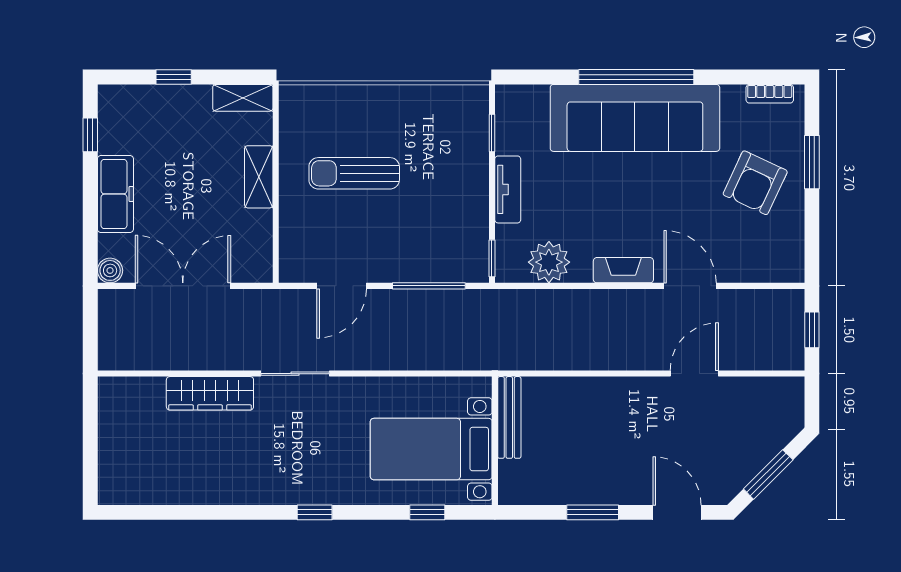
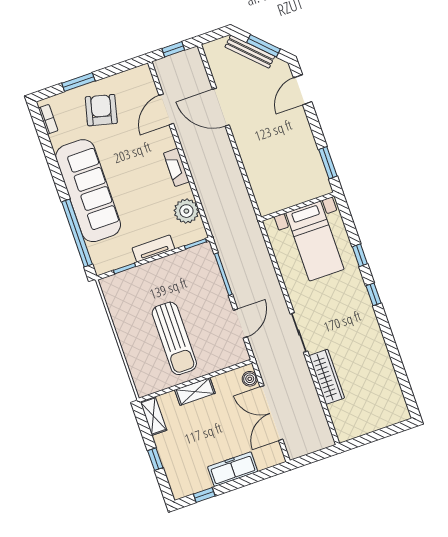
window: (636, 77) -> (77, 233), moved
sun lounger: (354, 173) -> (174, 338), width x1.36, depth x1.34
armchair: (755, 183) -> (101, 110), turned -101
boiler: (110, 270) -> (250, 379), moved
door: (342, 286) -> (240, 323), hinge flipped
door: (690, 286) -> (166, 109), moved
door: (694, 374) -> (221, 107), width x1.36
bench: (509, 417) -> (250, 52), moved, turned 45
window: (427, 512) -> (360, 255), moved
window: (593, 512) -> (328, 163), moved

